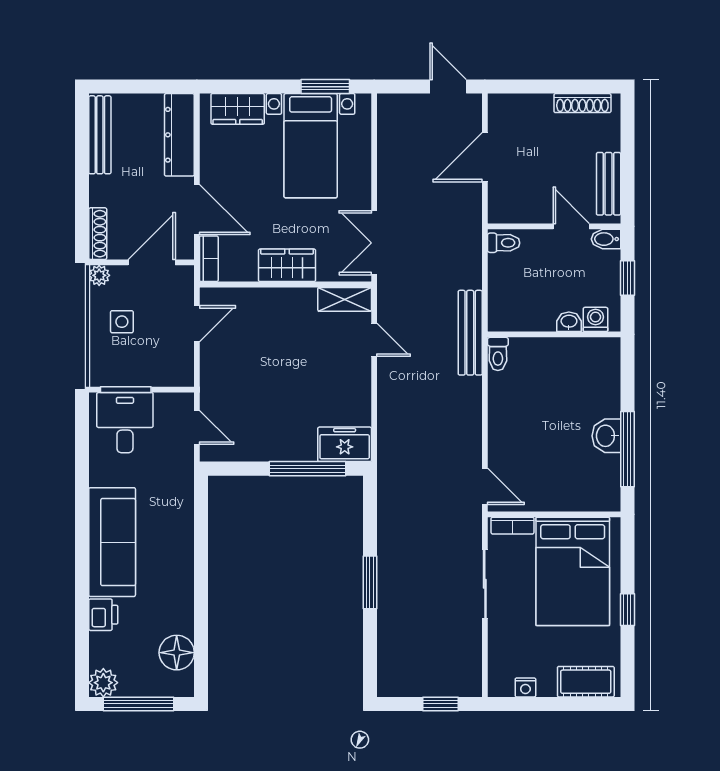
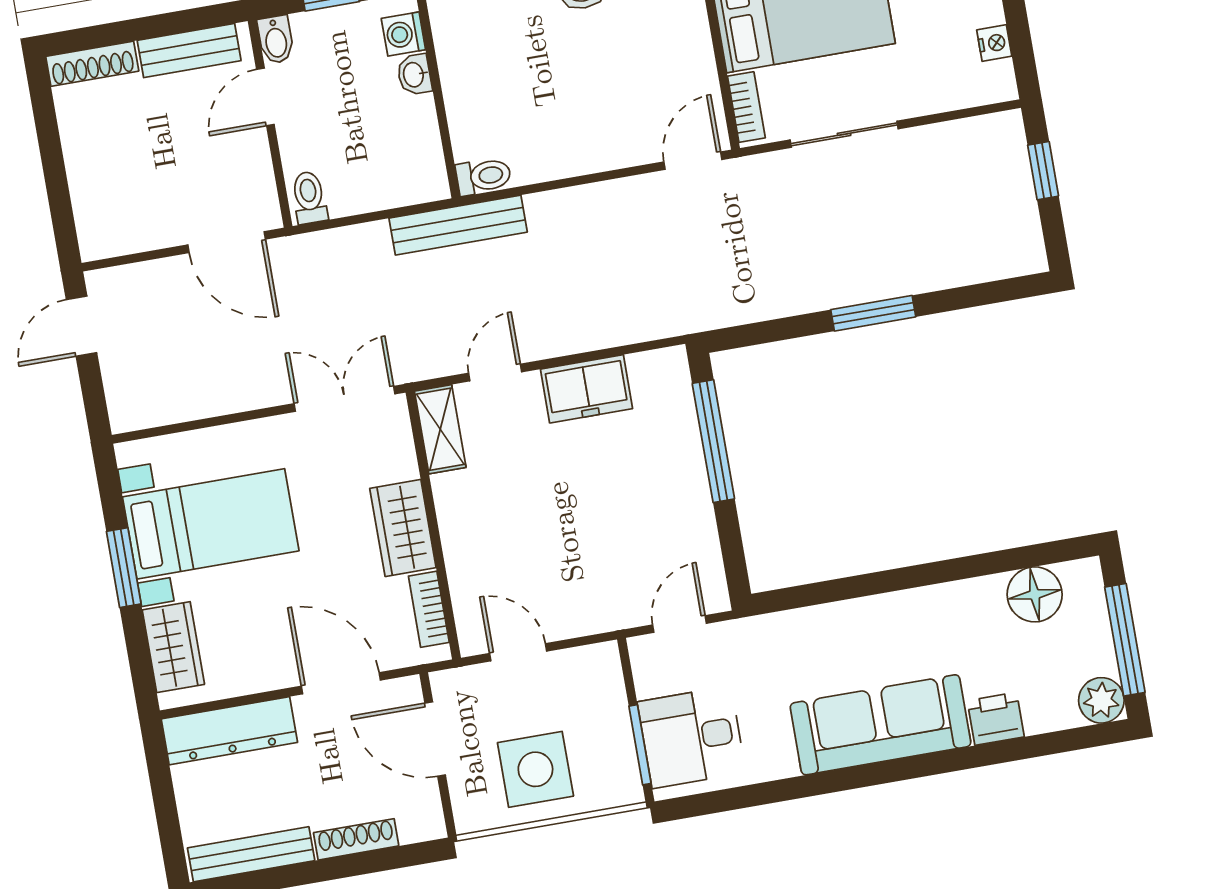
window: (325, 87) -> (124, 568), moved
shoe rack: (582, 103) -> (92, 64), moved, turned 90
door: (485, 157) -> (227, 242), moved
door: (197, 210) -> (341, 683), hinge flipped
shoe rack: (98, 234) -> (356, 839), moved
double door: (374, 243) -> (345, 399), swing flipped
bookcase: (209, 259) -> (429, 609), moved, turned -90
plant: (99, 275) -> (470, 817), removed
side table: (122, 322) -> (535, 769), width x1.87, depth x1.87
freezer: (345, 444) -> (586, 389), moved, turned -90

